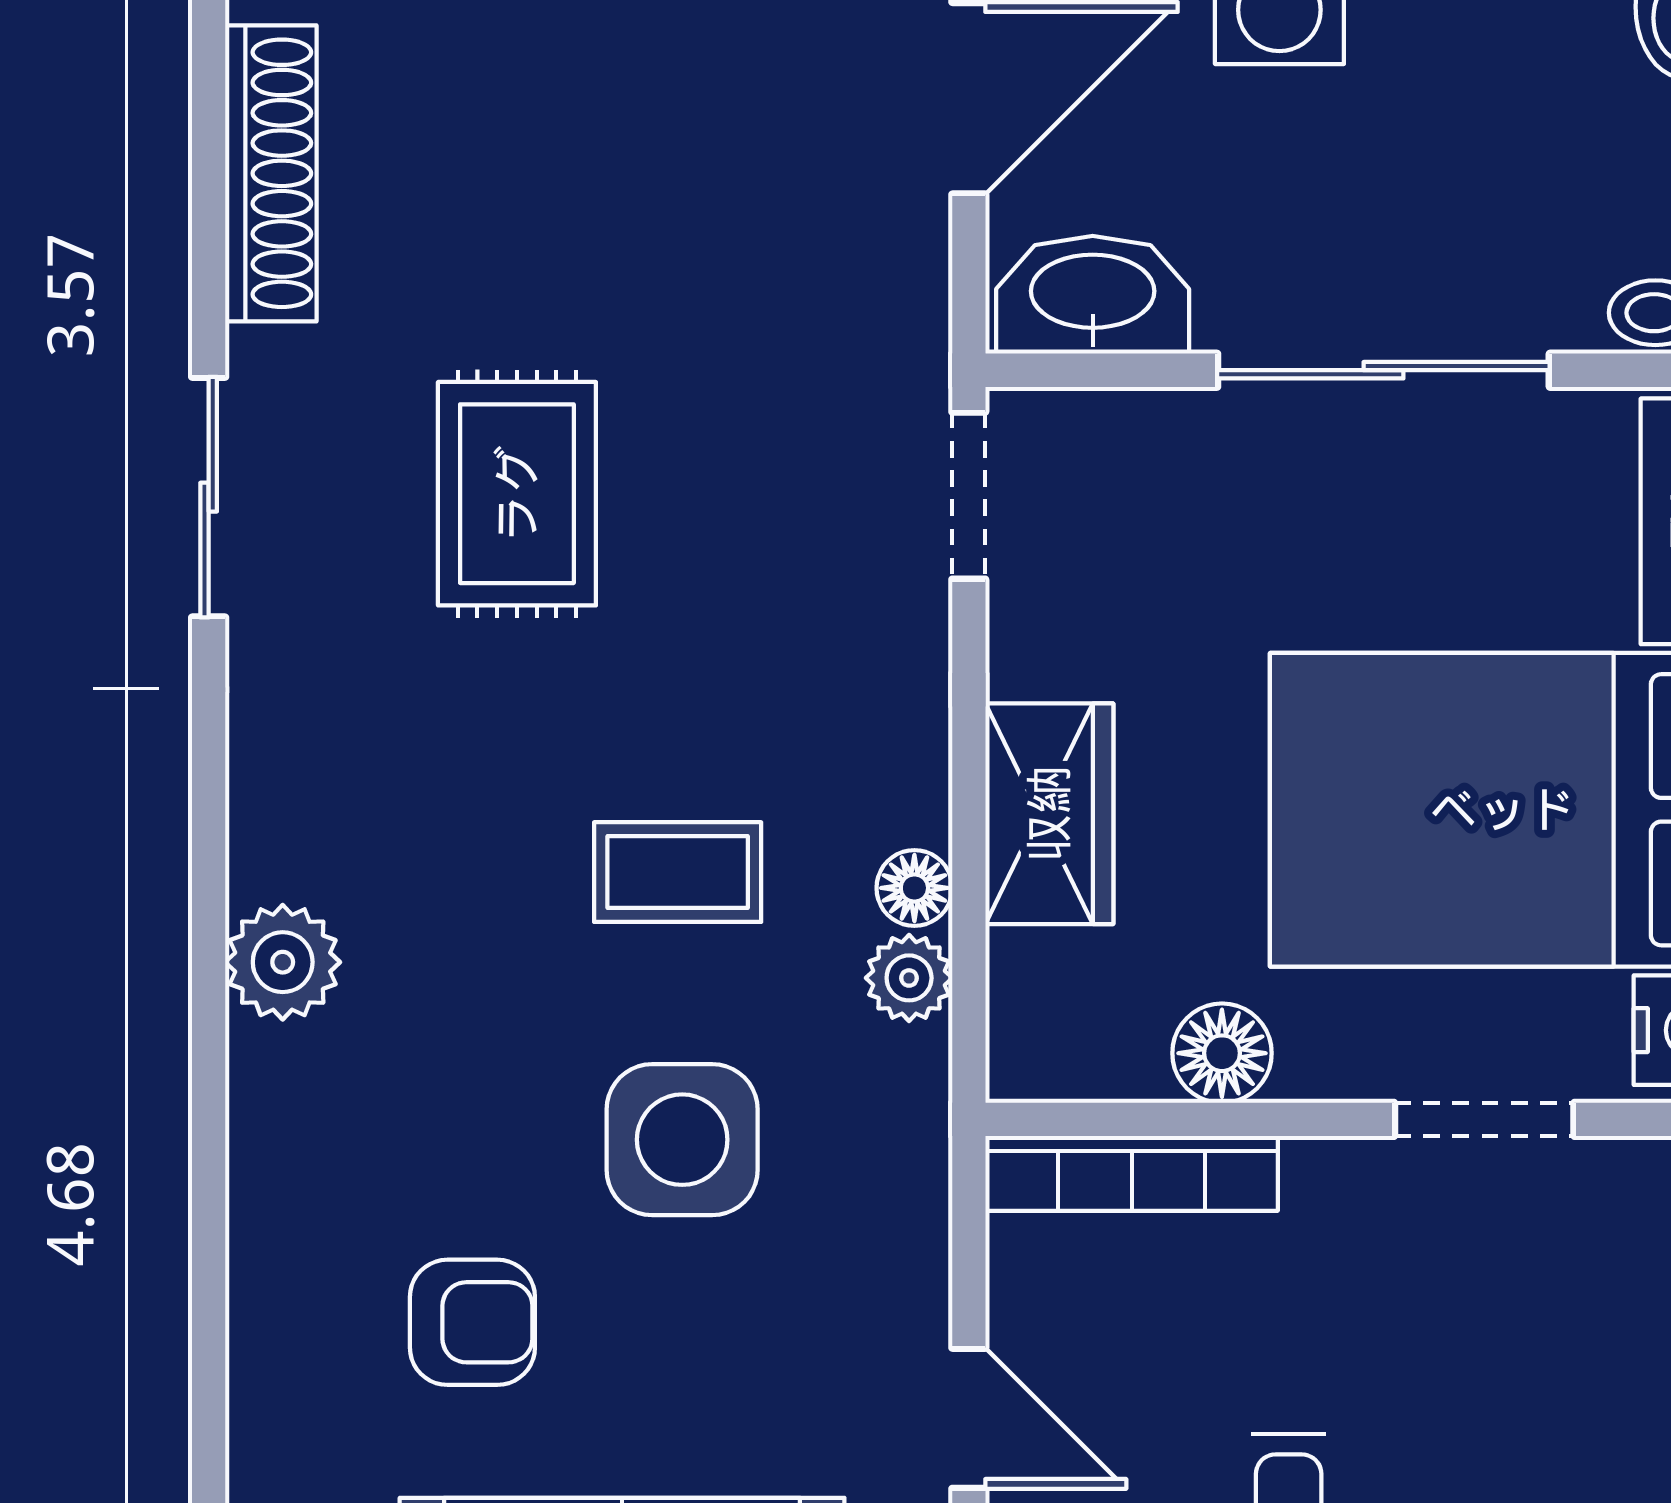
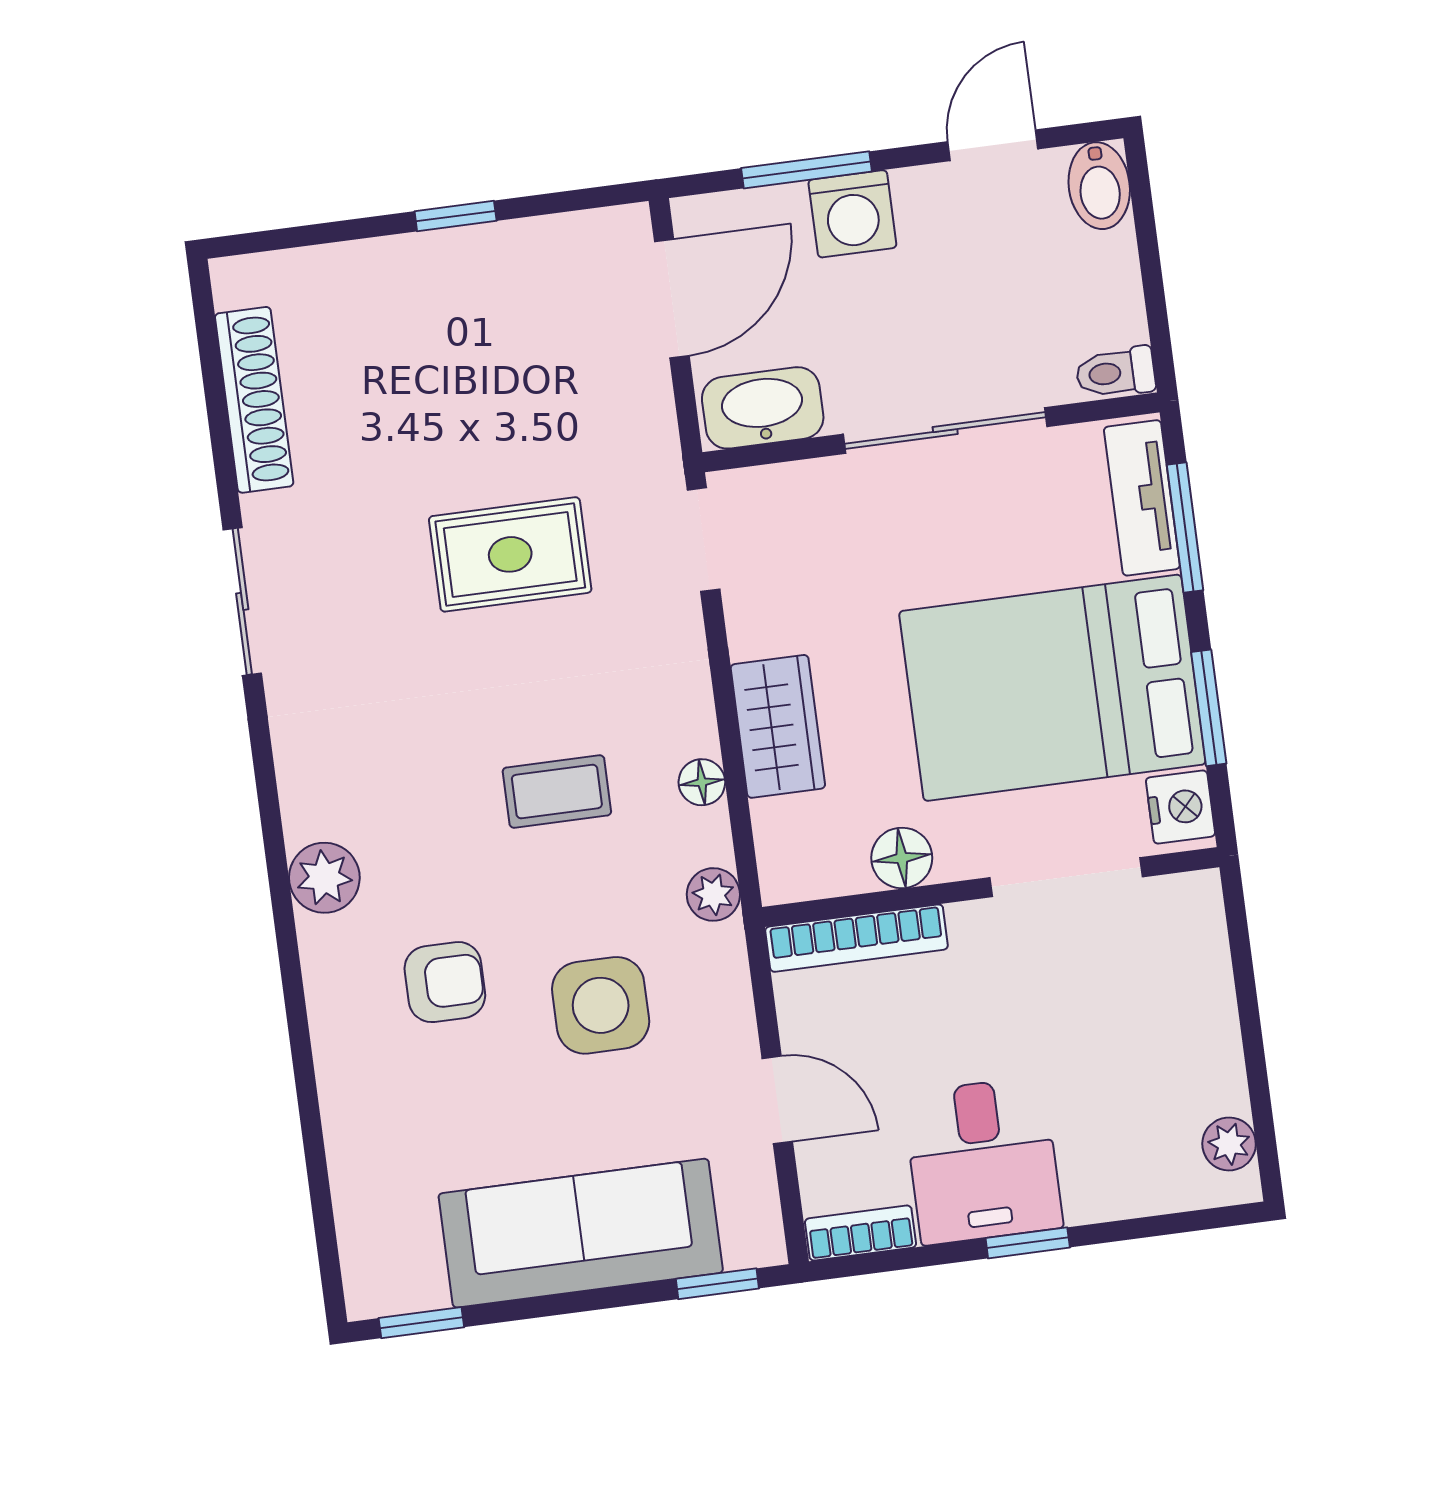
rug: (517, 494) -> (510, 554), moved, turned 90
plant: (909, 978) -> (713, 894), moved
doorway: (1484, 1119) -> (1066, 877), width x1.38
side table: (682, 1140) -> (601, 1005), moved
armchair: (472, 1322) -> (445, 982), moved

